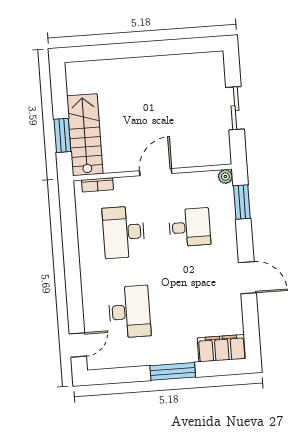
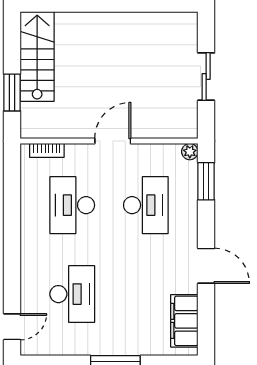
stairs: (85, 135) -> (37, 56), moved
desk: (190, 227) -> (146, 205), width x1.37
filing cabinet: (222, 348) -> (184, 321), moved, turned -90

